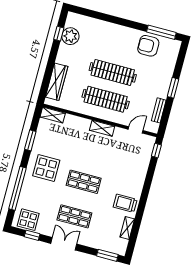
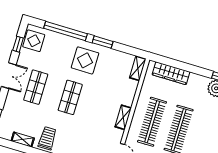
window: (30, 140) -> (103, 42), moved

